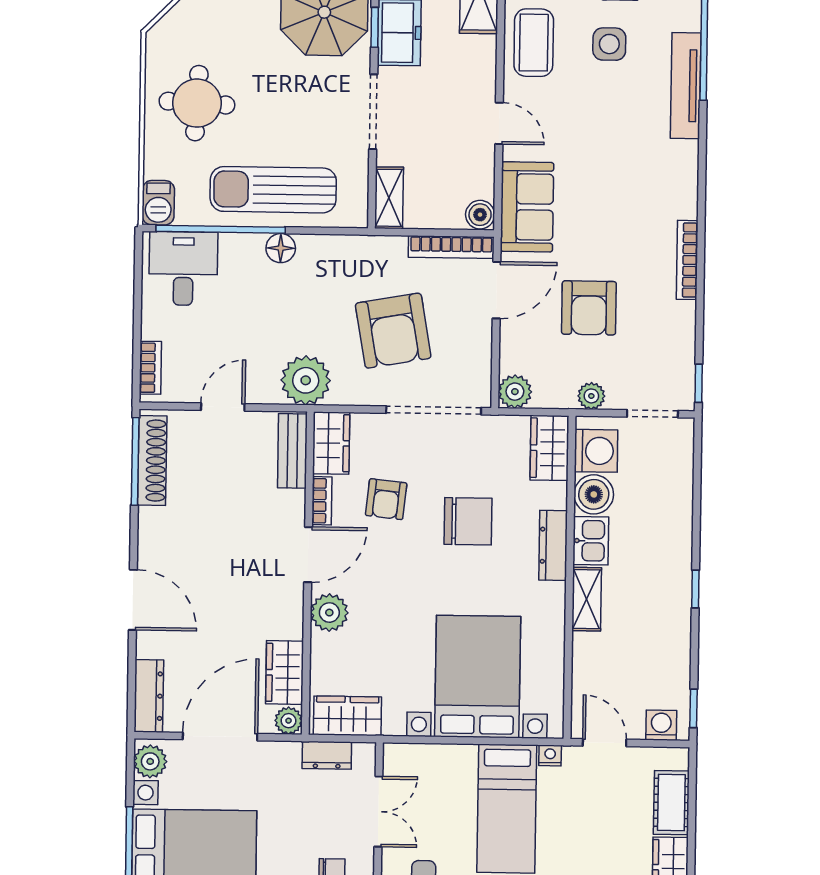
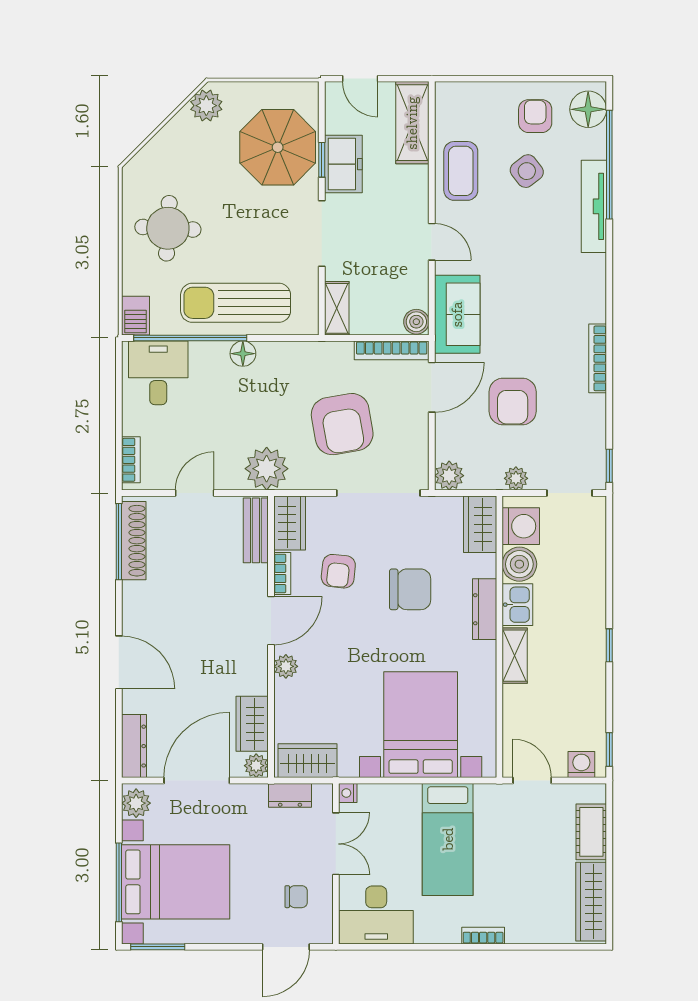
side table: (609, 44) -> (527, 171), turned -38
plant: (329, 613) -> (286, 666), width x0.73, depth x0.73
nightstand: (550, 755) -> (348, 793), moved, turned -90

